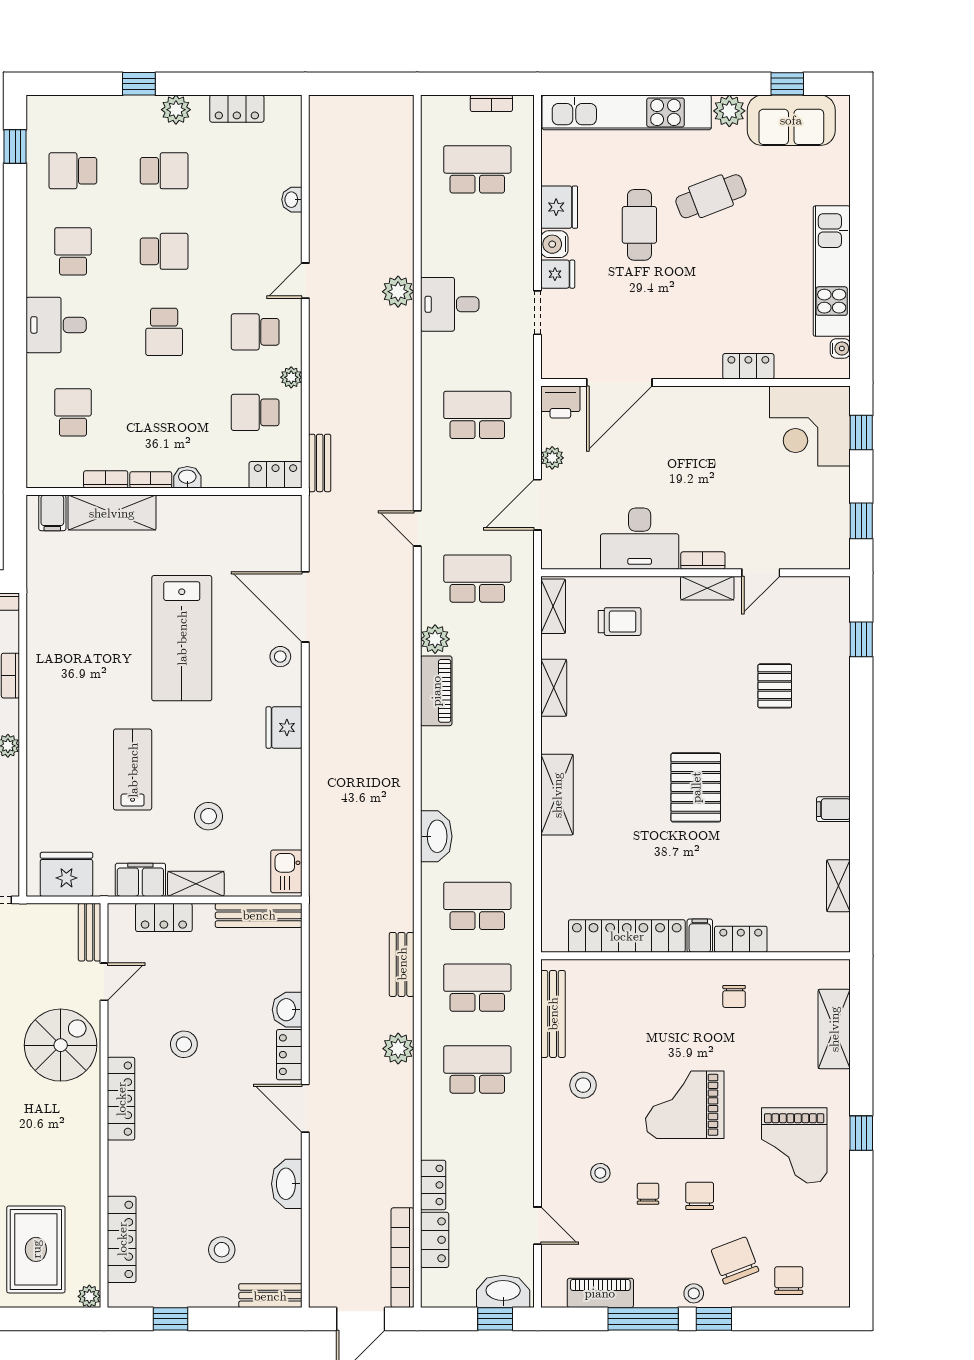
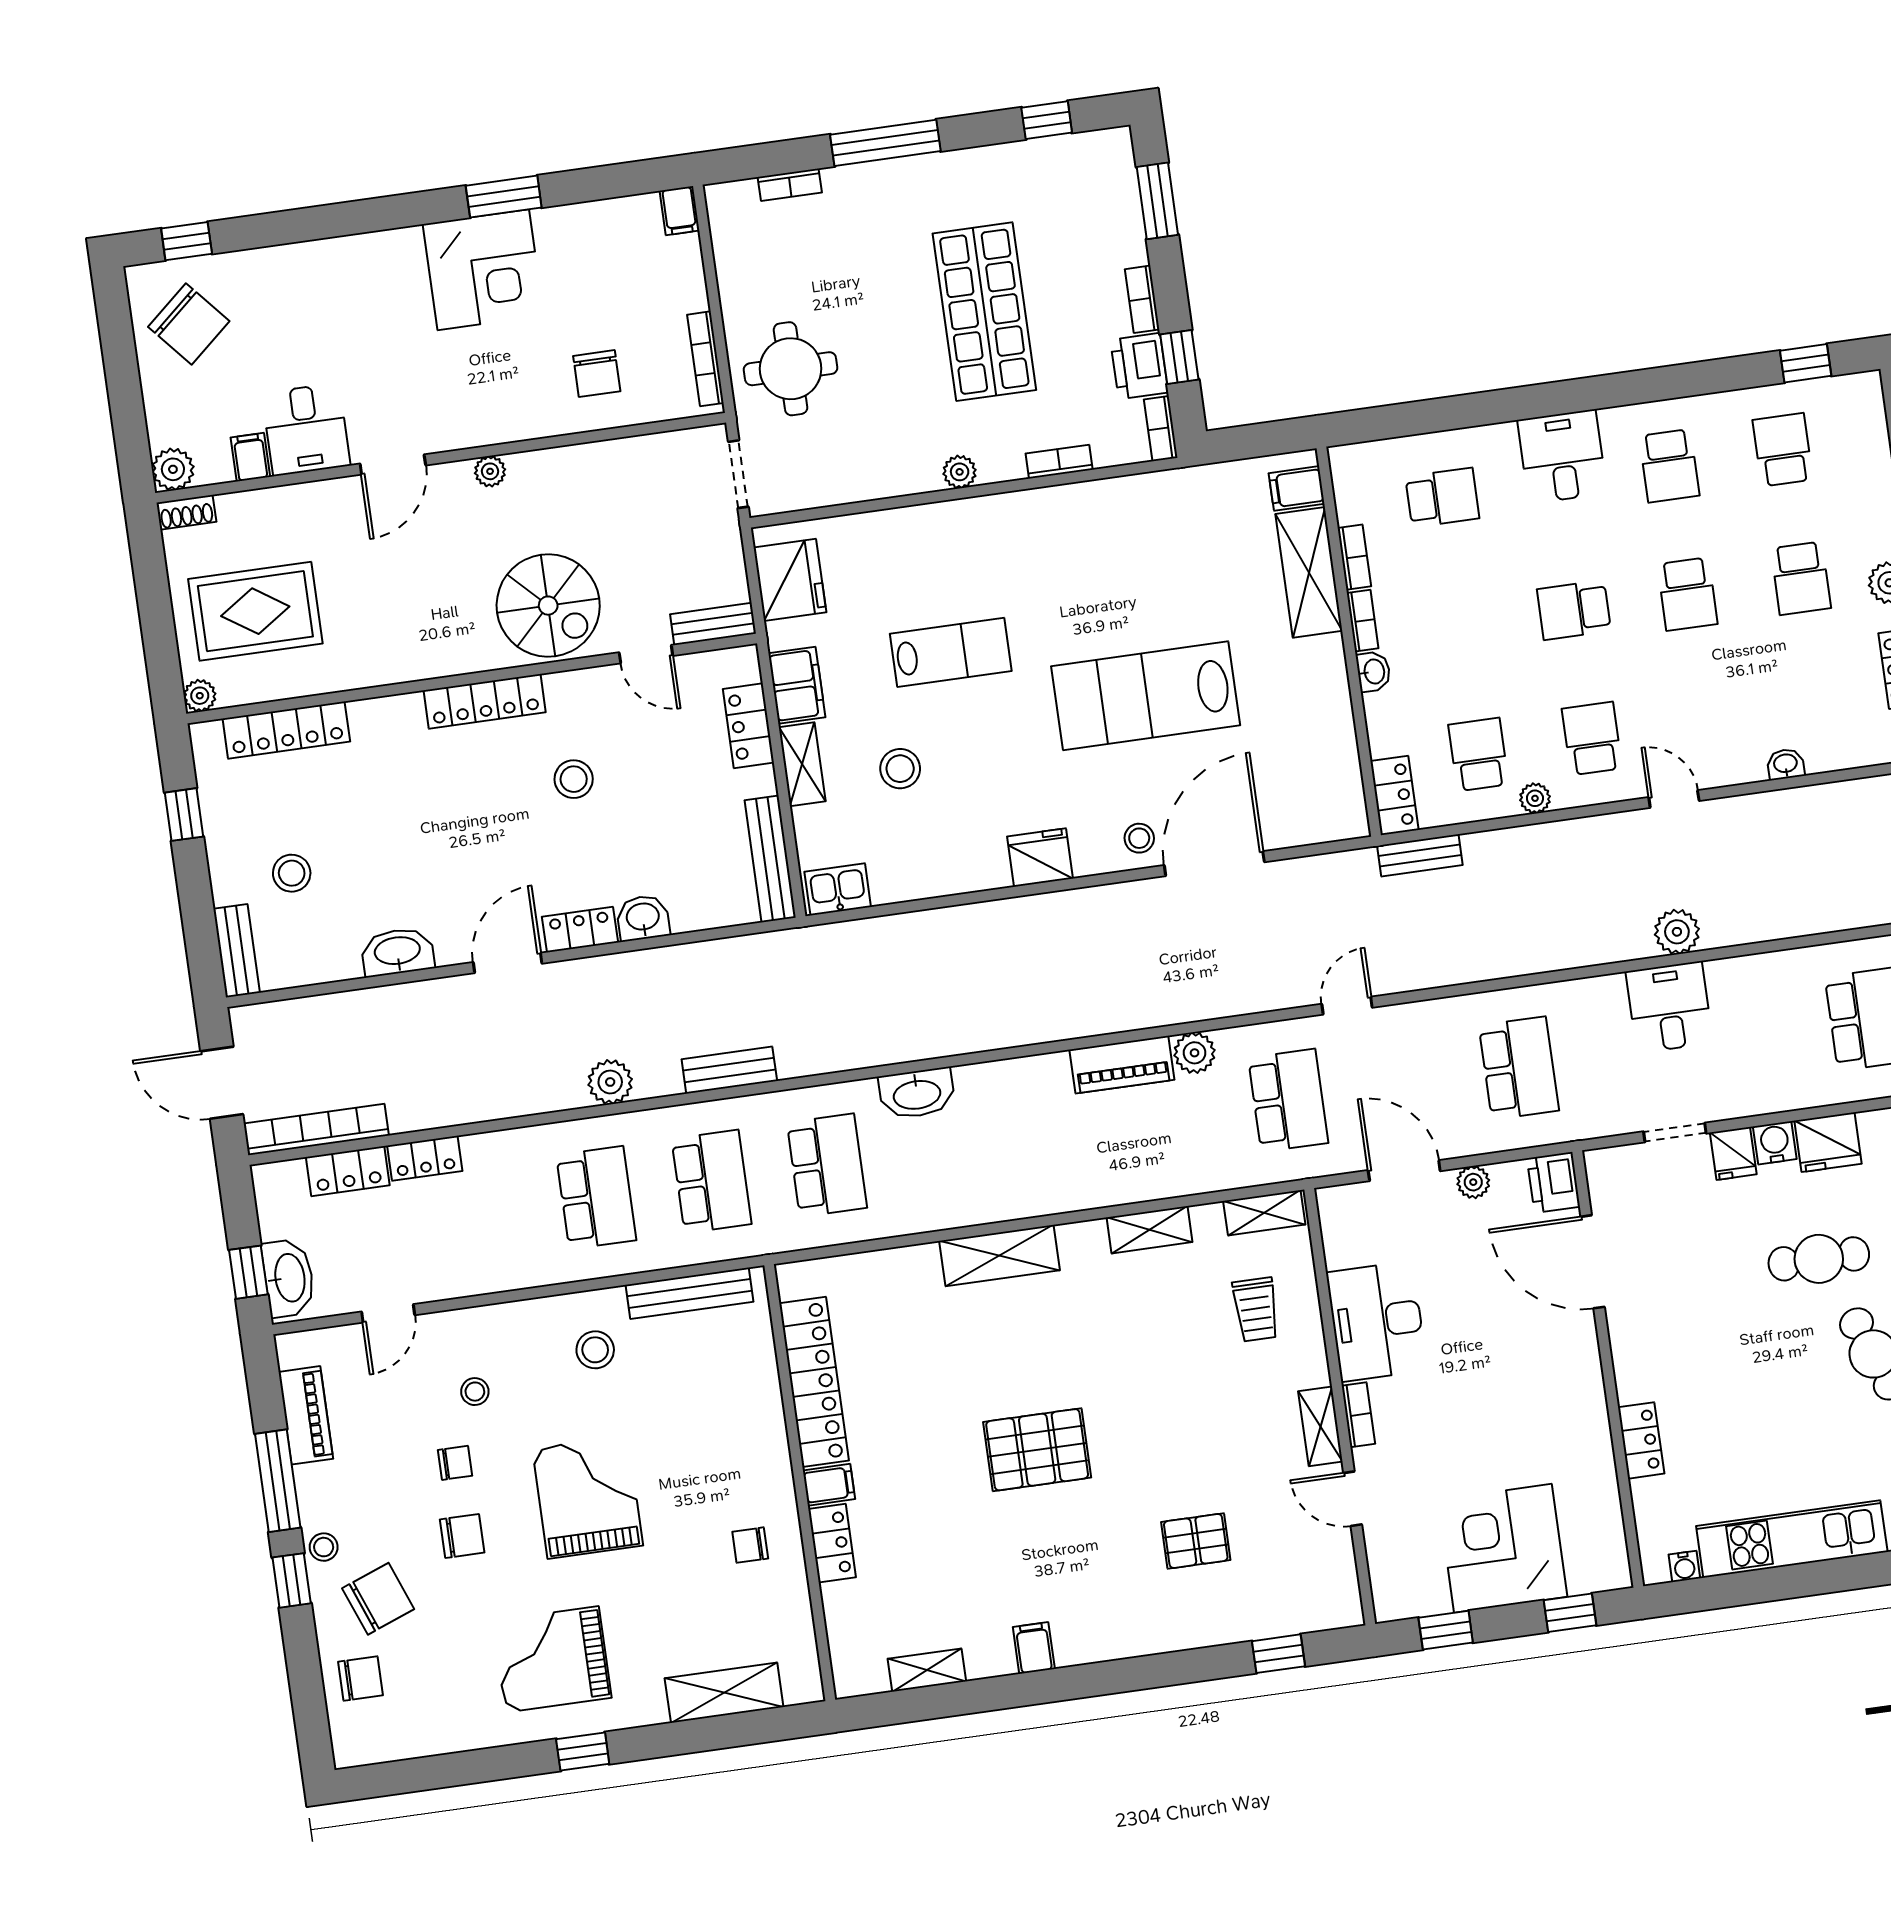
school desk: (73, 251) -> (1669, 466), turned 90
corner desk: (810, 426) -> (1503, 1548), moved

